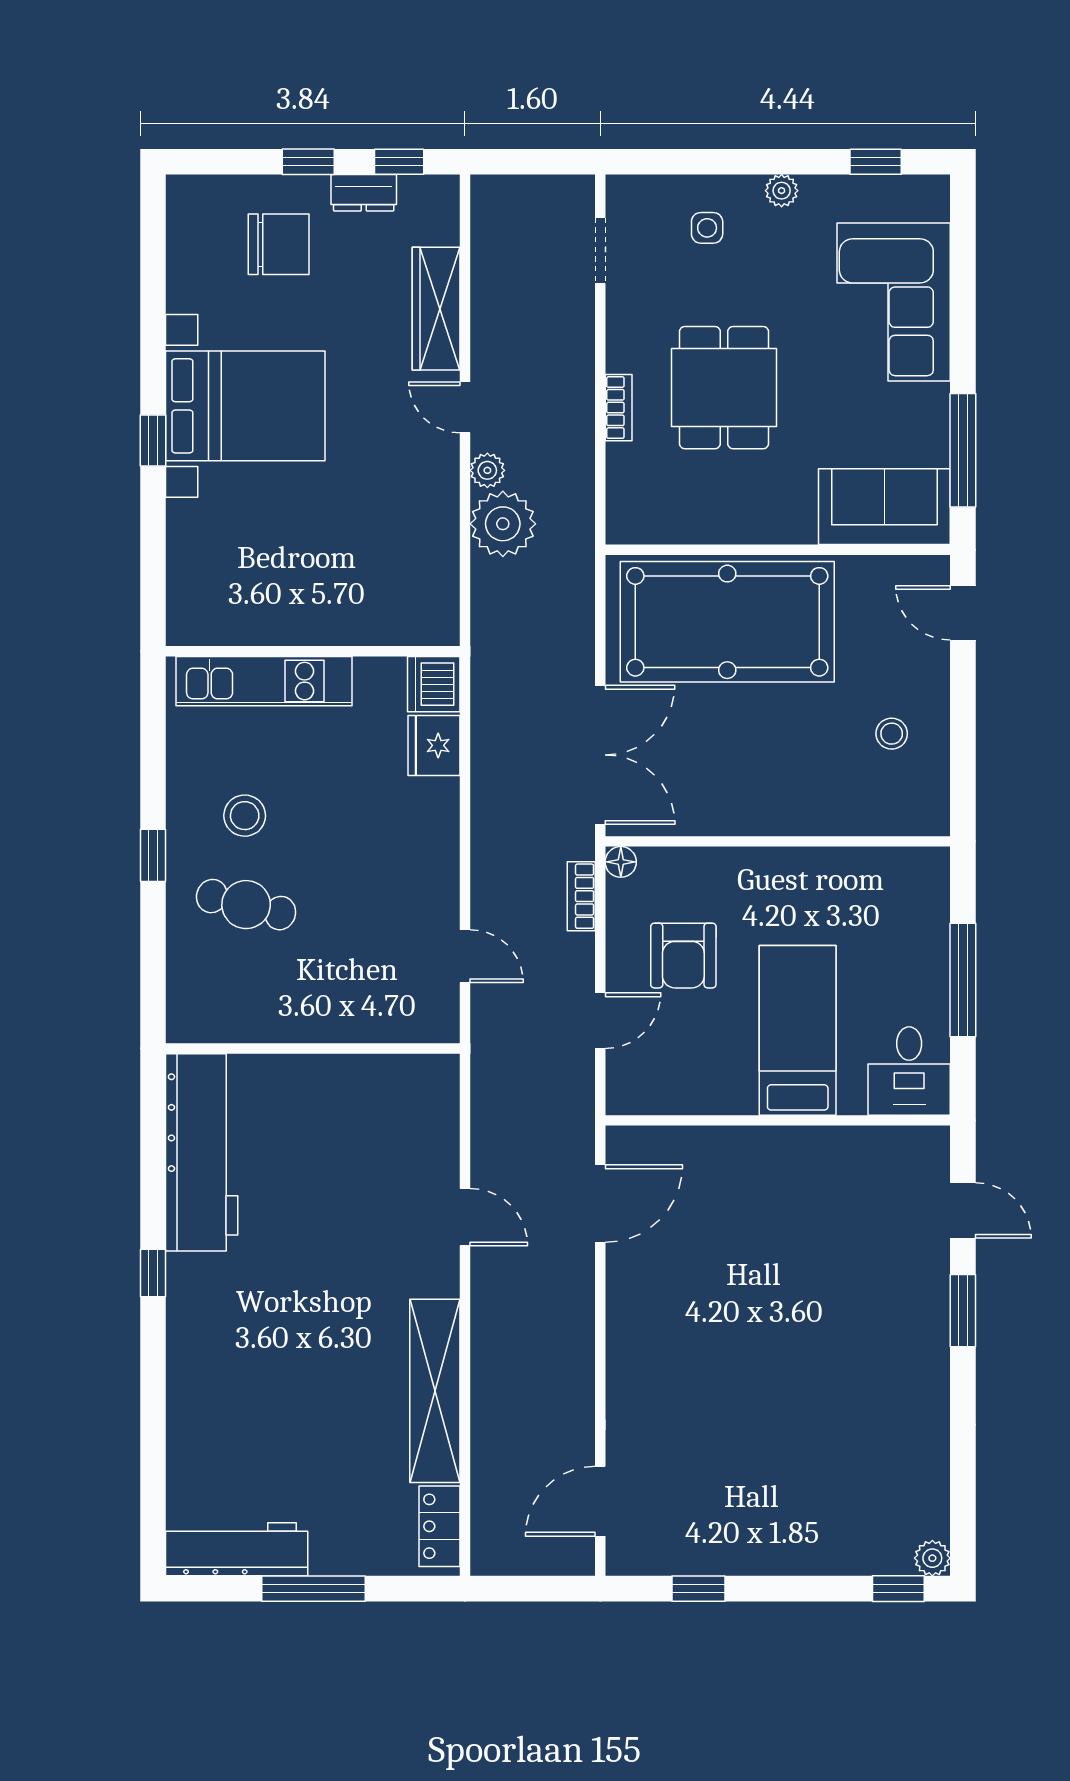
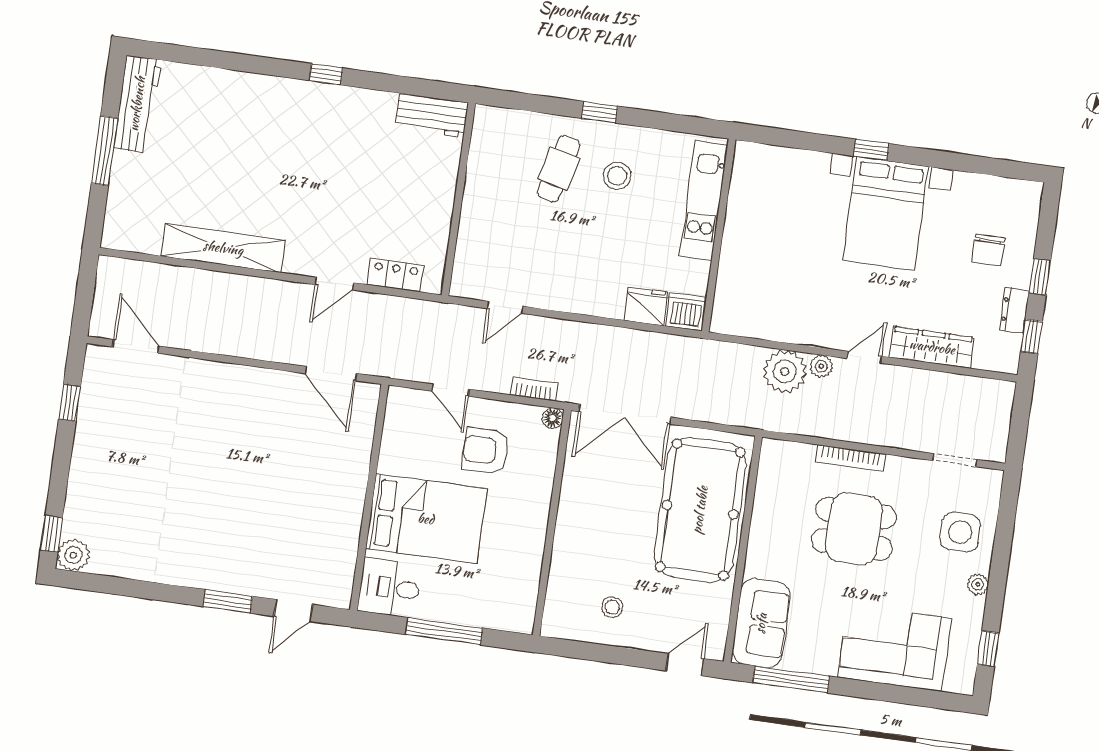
side table: (707, 228) -> (960, 532), width x1.87, depth x1.87
chair: (279, 244) -> (988, 250), width x0.73, depth x0.73
bookcase: (619, 408) -> (850, 458), width x1.56
bed: (798, 1030) -> (426, 519), width x1.50
workbench: (202, 1152) -> (432, 116), width x0.53, depth x0.76
locker: (439, 1526) -> (395, 275), moved
plant: (932, 1558) -> (73, 555), width x1.38, depth x1.38

